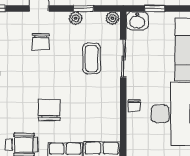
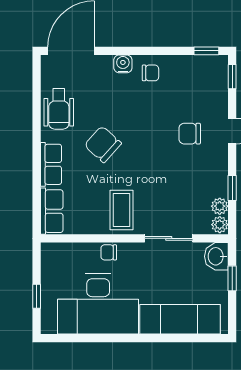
plant: (76, 18) -> (220, 206), moved
coffee table: (92, 58) -> (122, 210), moved, turned 90
chair: (49, 110) -> (103, 144), turned -138

